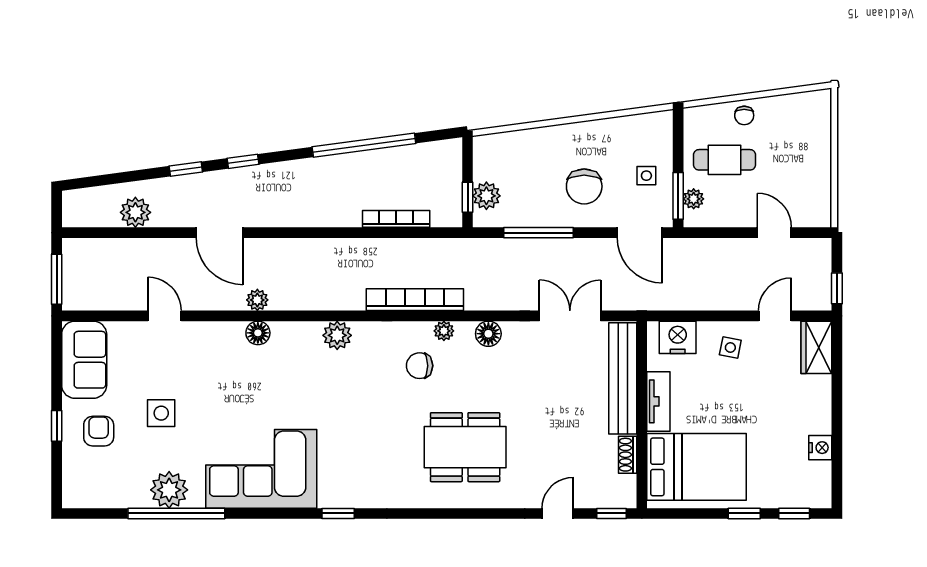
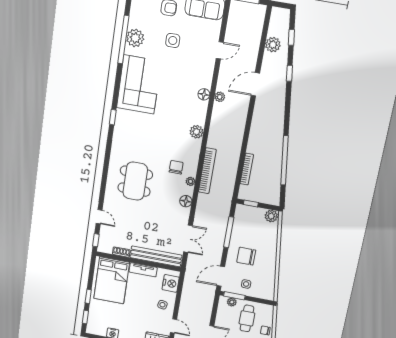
window: (243, 161) -> (291, 37), moved
plant: (486, 196) -> (271, 216), moved

